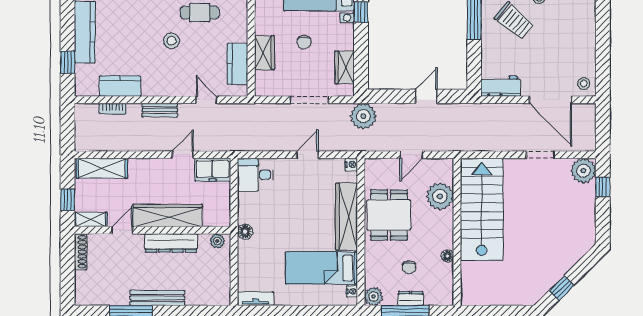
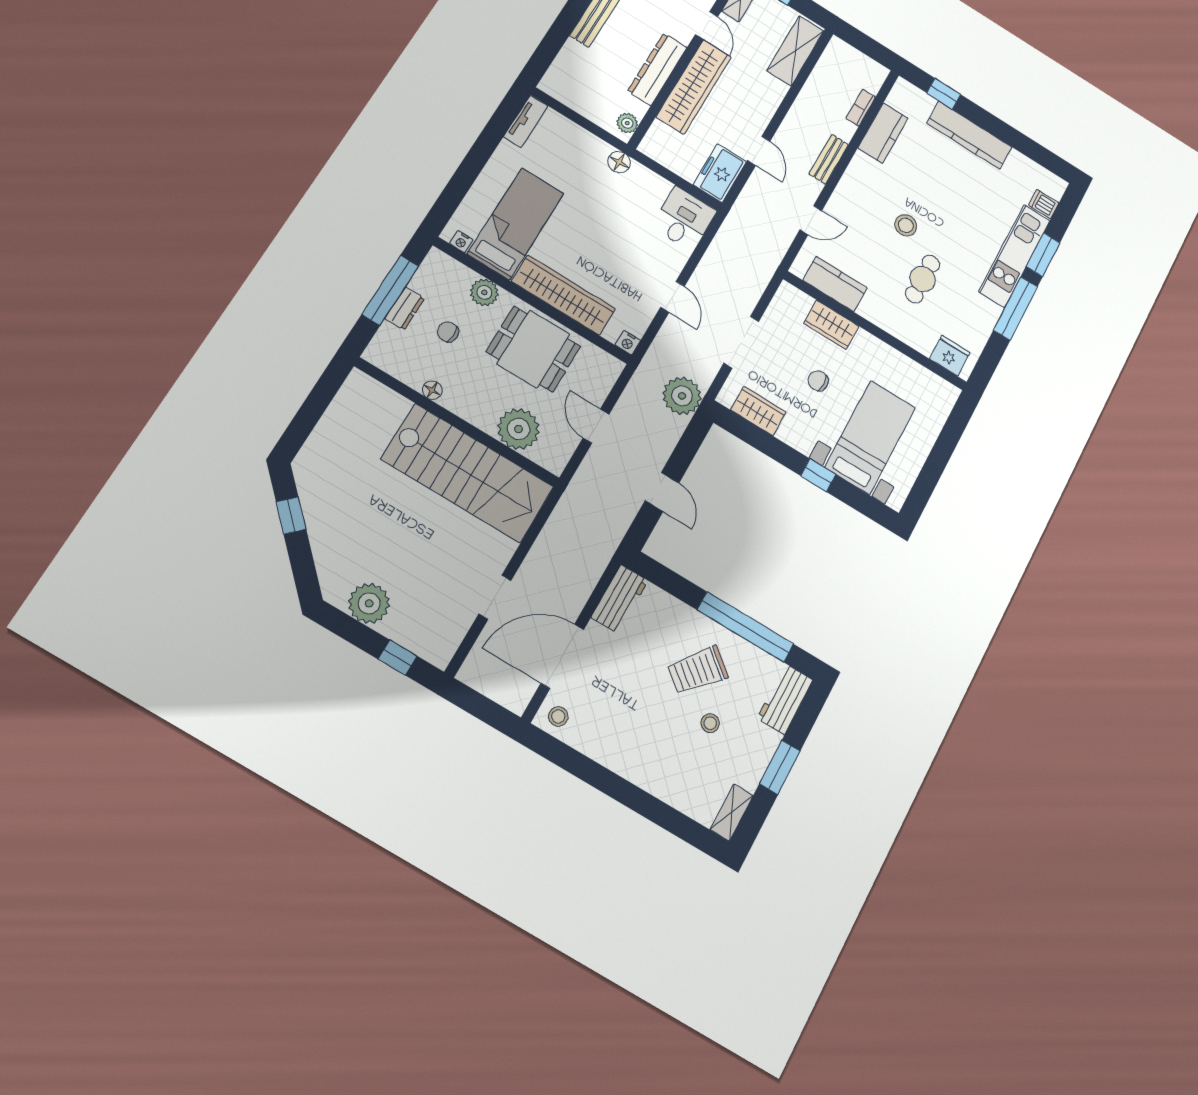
plant: (583, 171) -> (369, 603), moved
plant: (374, 296) -> (484, 292), moved

